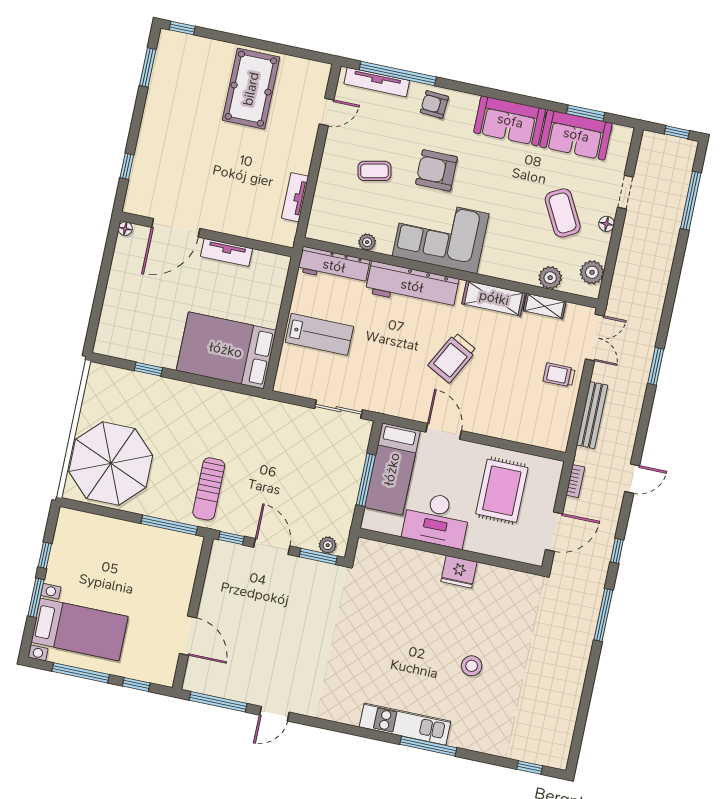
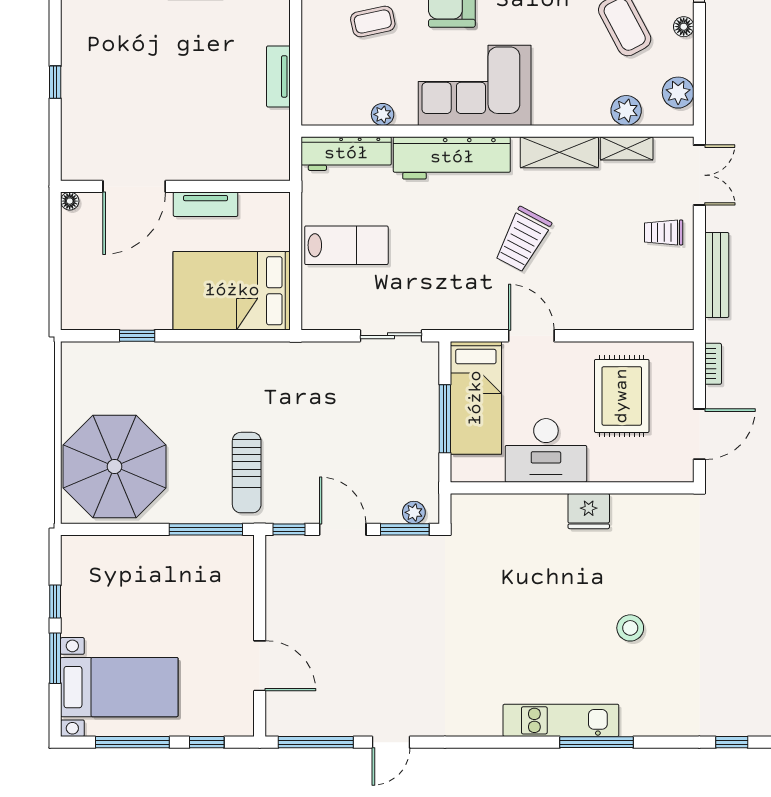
door: (176, 228) -> (134, 186), moved
floor lamp: (125, 229) -> (70, 201), moved
wall: (207, 234) -> (175, 186), moved
tv unit: (226, 252) -> (206, 204), moved

